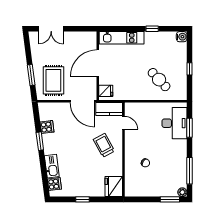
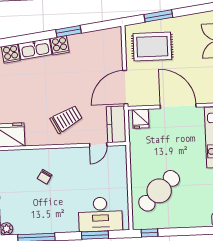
window: (190, 69) -> (150, 233), moved
cafe table: (159, 80) -> (159, 191), width x1.37, depth x1.35
cooker: (47, 127) -> (60, 45), moved

